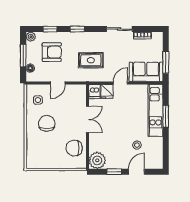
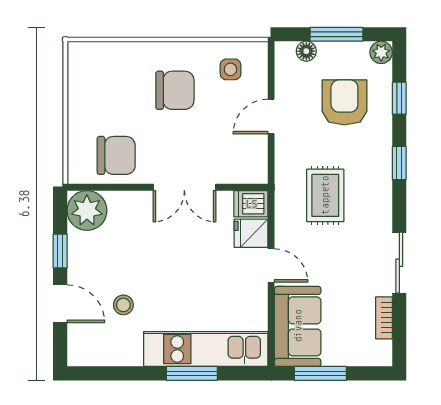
armchair: (52, 52) -> (344, 102), turned 180
door: (58, 83) -> (271, 117), hinge flipped
chair: (74, 148) -> (116, 155), turned 90

